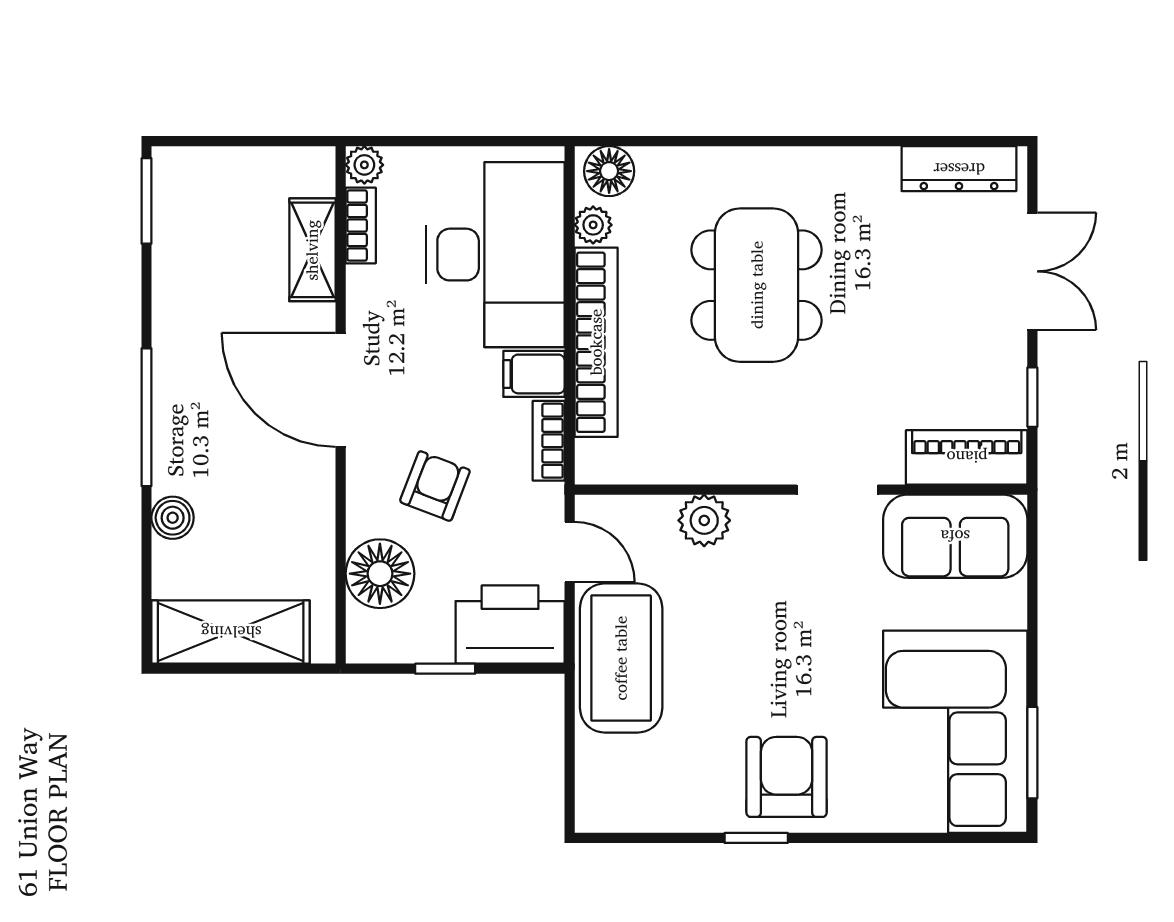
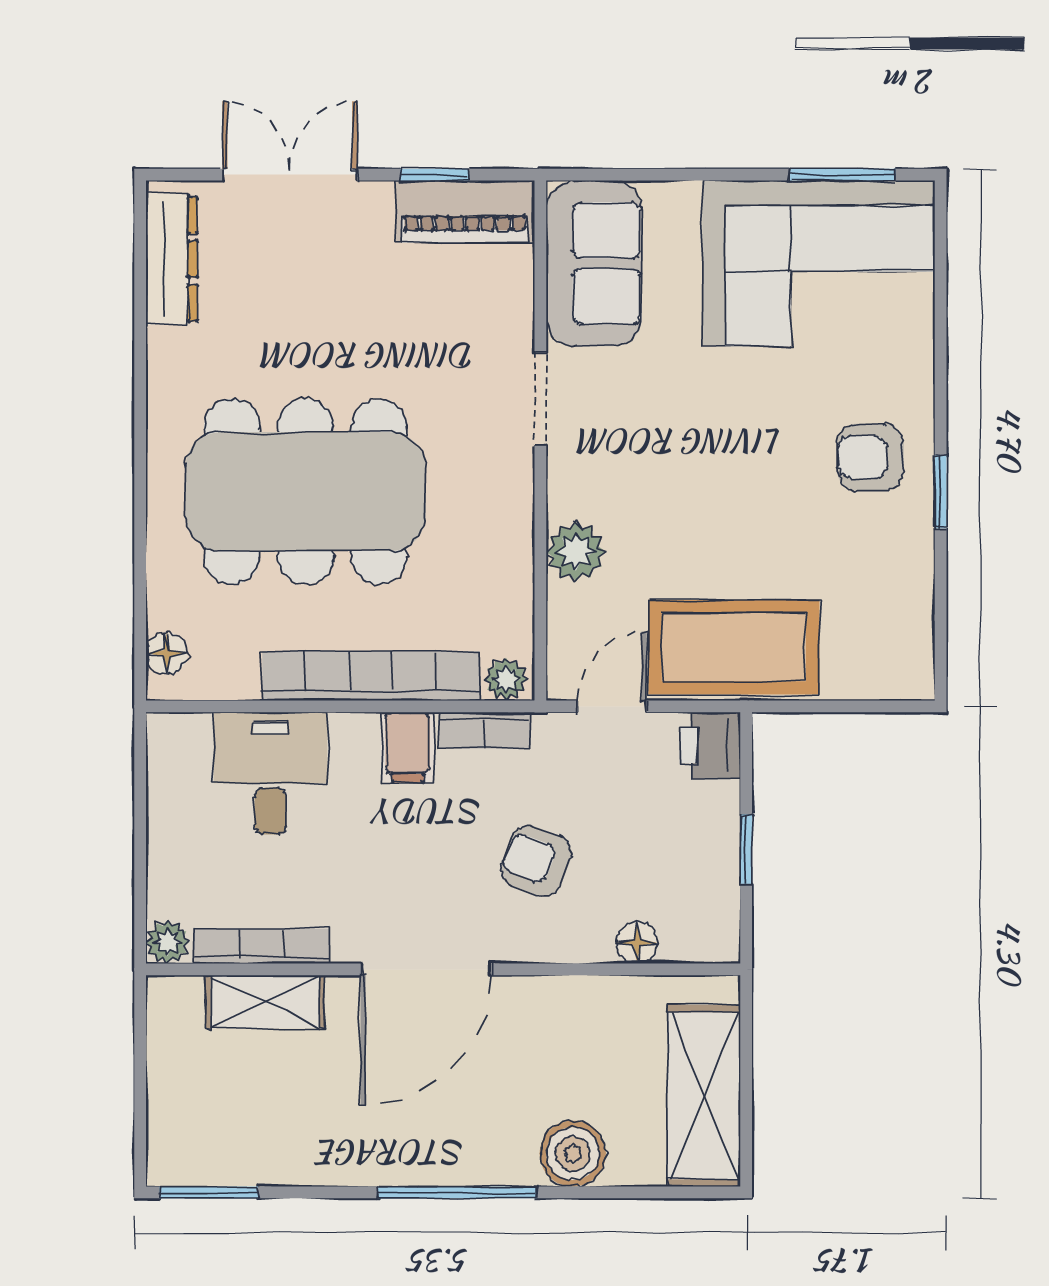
floor lamp: (609, 171) -> (167, 653), width x0.73, depth x0.73
bookcase: (361, 225) -> (261, 946), width x1.56
plant: (593, 225) -> (506, 679), moved
desk: (495, 255) -> (270, 773), width x0.53, depth x0.77
dining table: (757, 285) -> (306, 492), width x1.36, depth x1.24
piano: (967, 457) -> (465, 212), moved, turned -90
boiler: (173, 518) -> (573, 1154), width x1.36, depth x1.36
floor lamp: (380, 574) -> (637, 943), width x0.53, depth x0.53
printer: (510, 625) -> (710, 746), width x0.53, depth x0.68
armchair: (787, 777) -> (870, 457), width x0.72, depth x0.72

